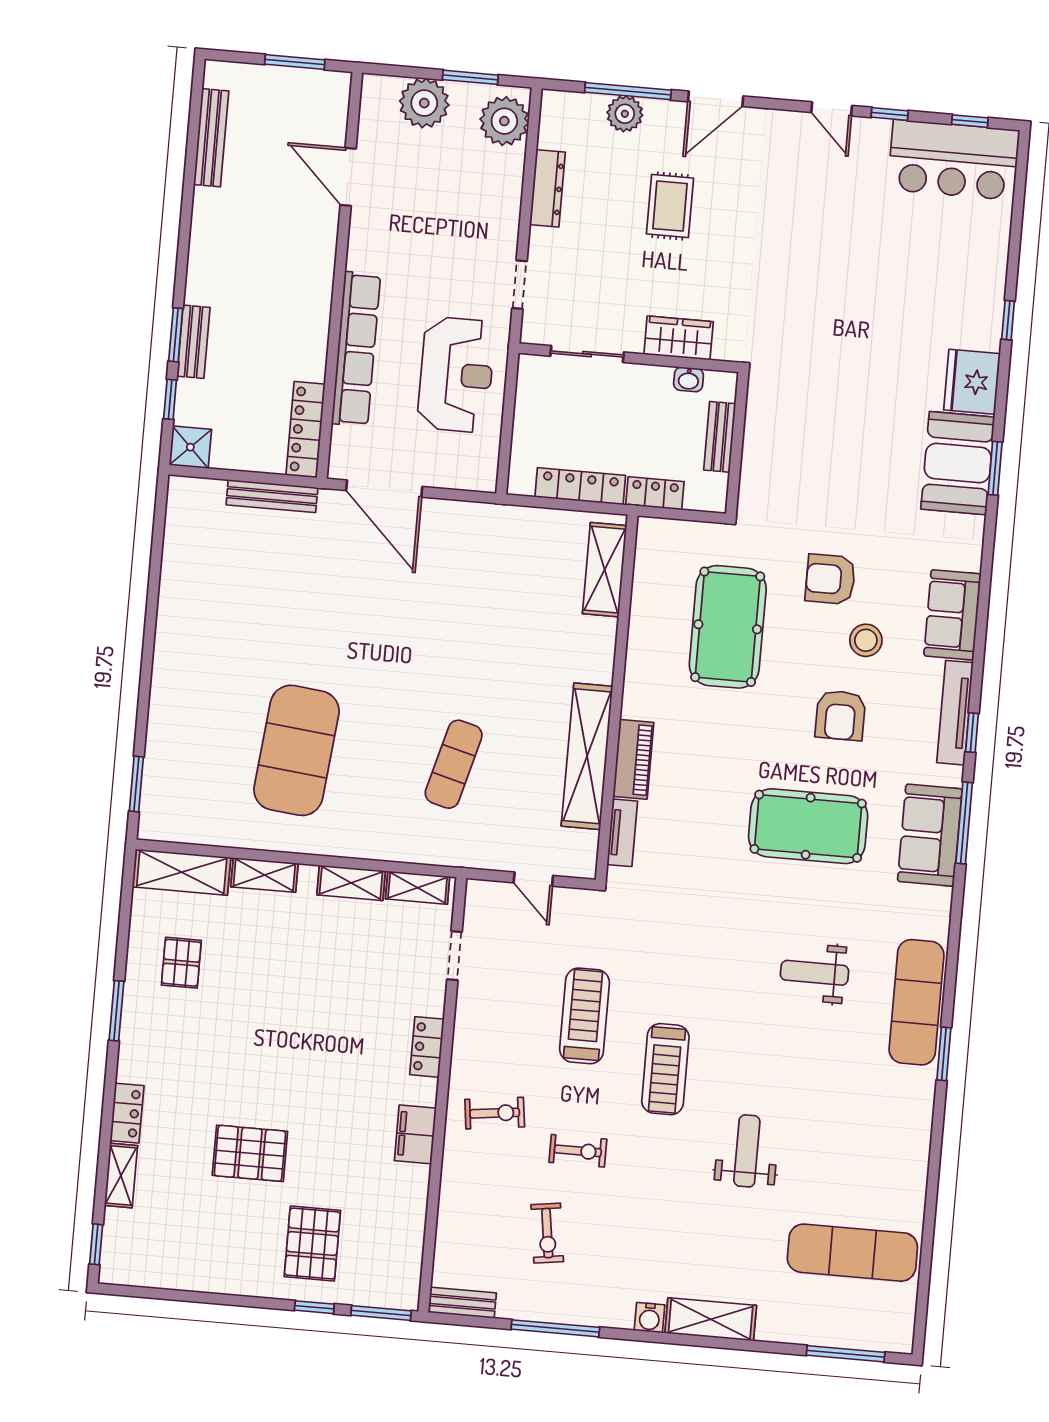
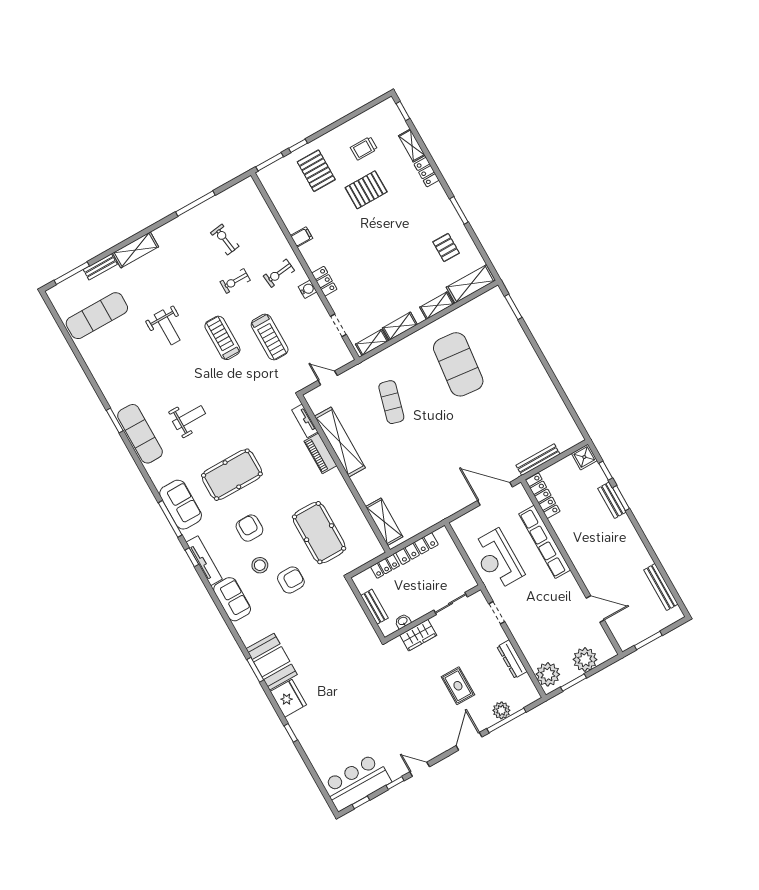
filing cabinet: (415, 1134) -> (302, 237), width x0.50
trolley: (206, 1226) -> (364, 148), added
bench: (462, 1303) -> (100, 267), moved
water cooler: (649, 1318) -> (307, 289), moved, turned 90

